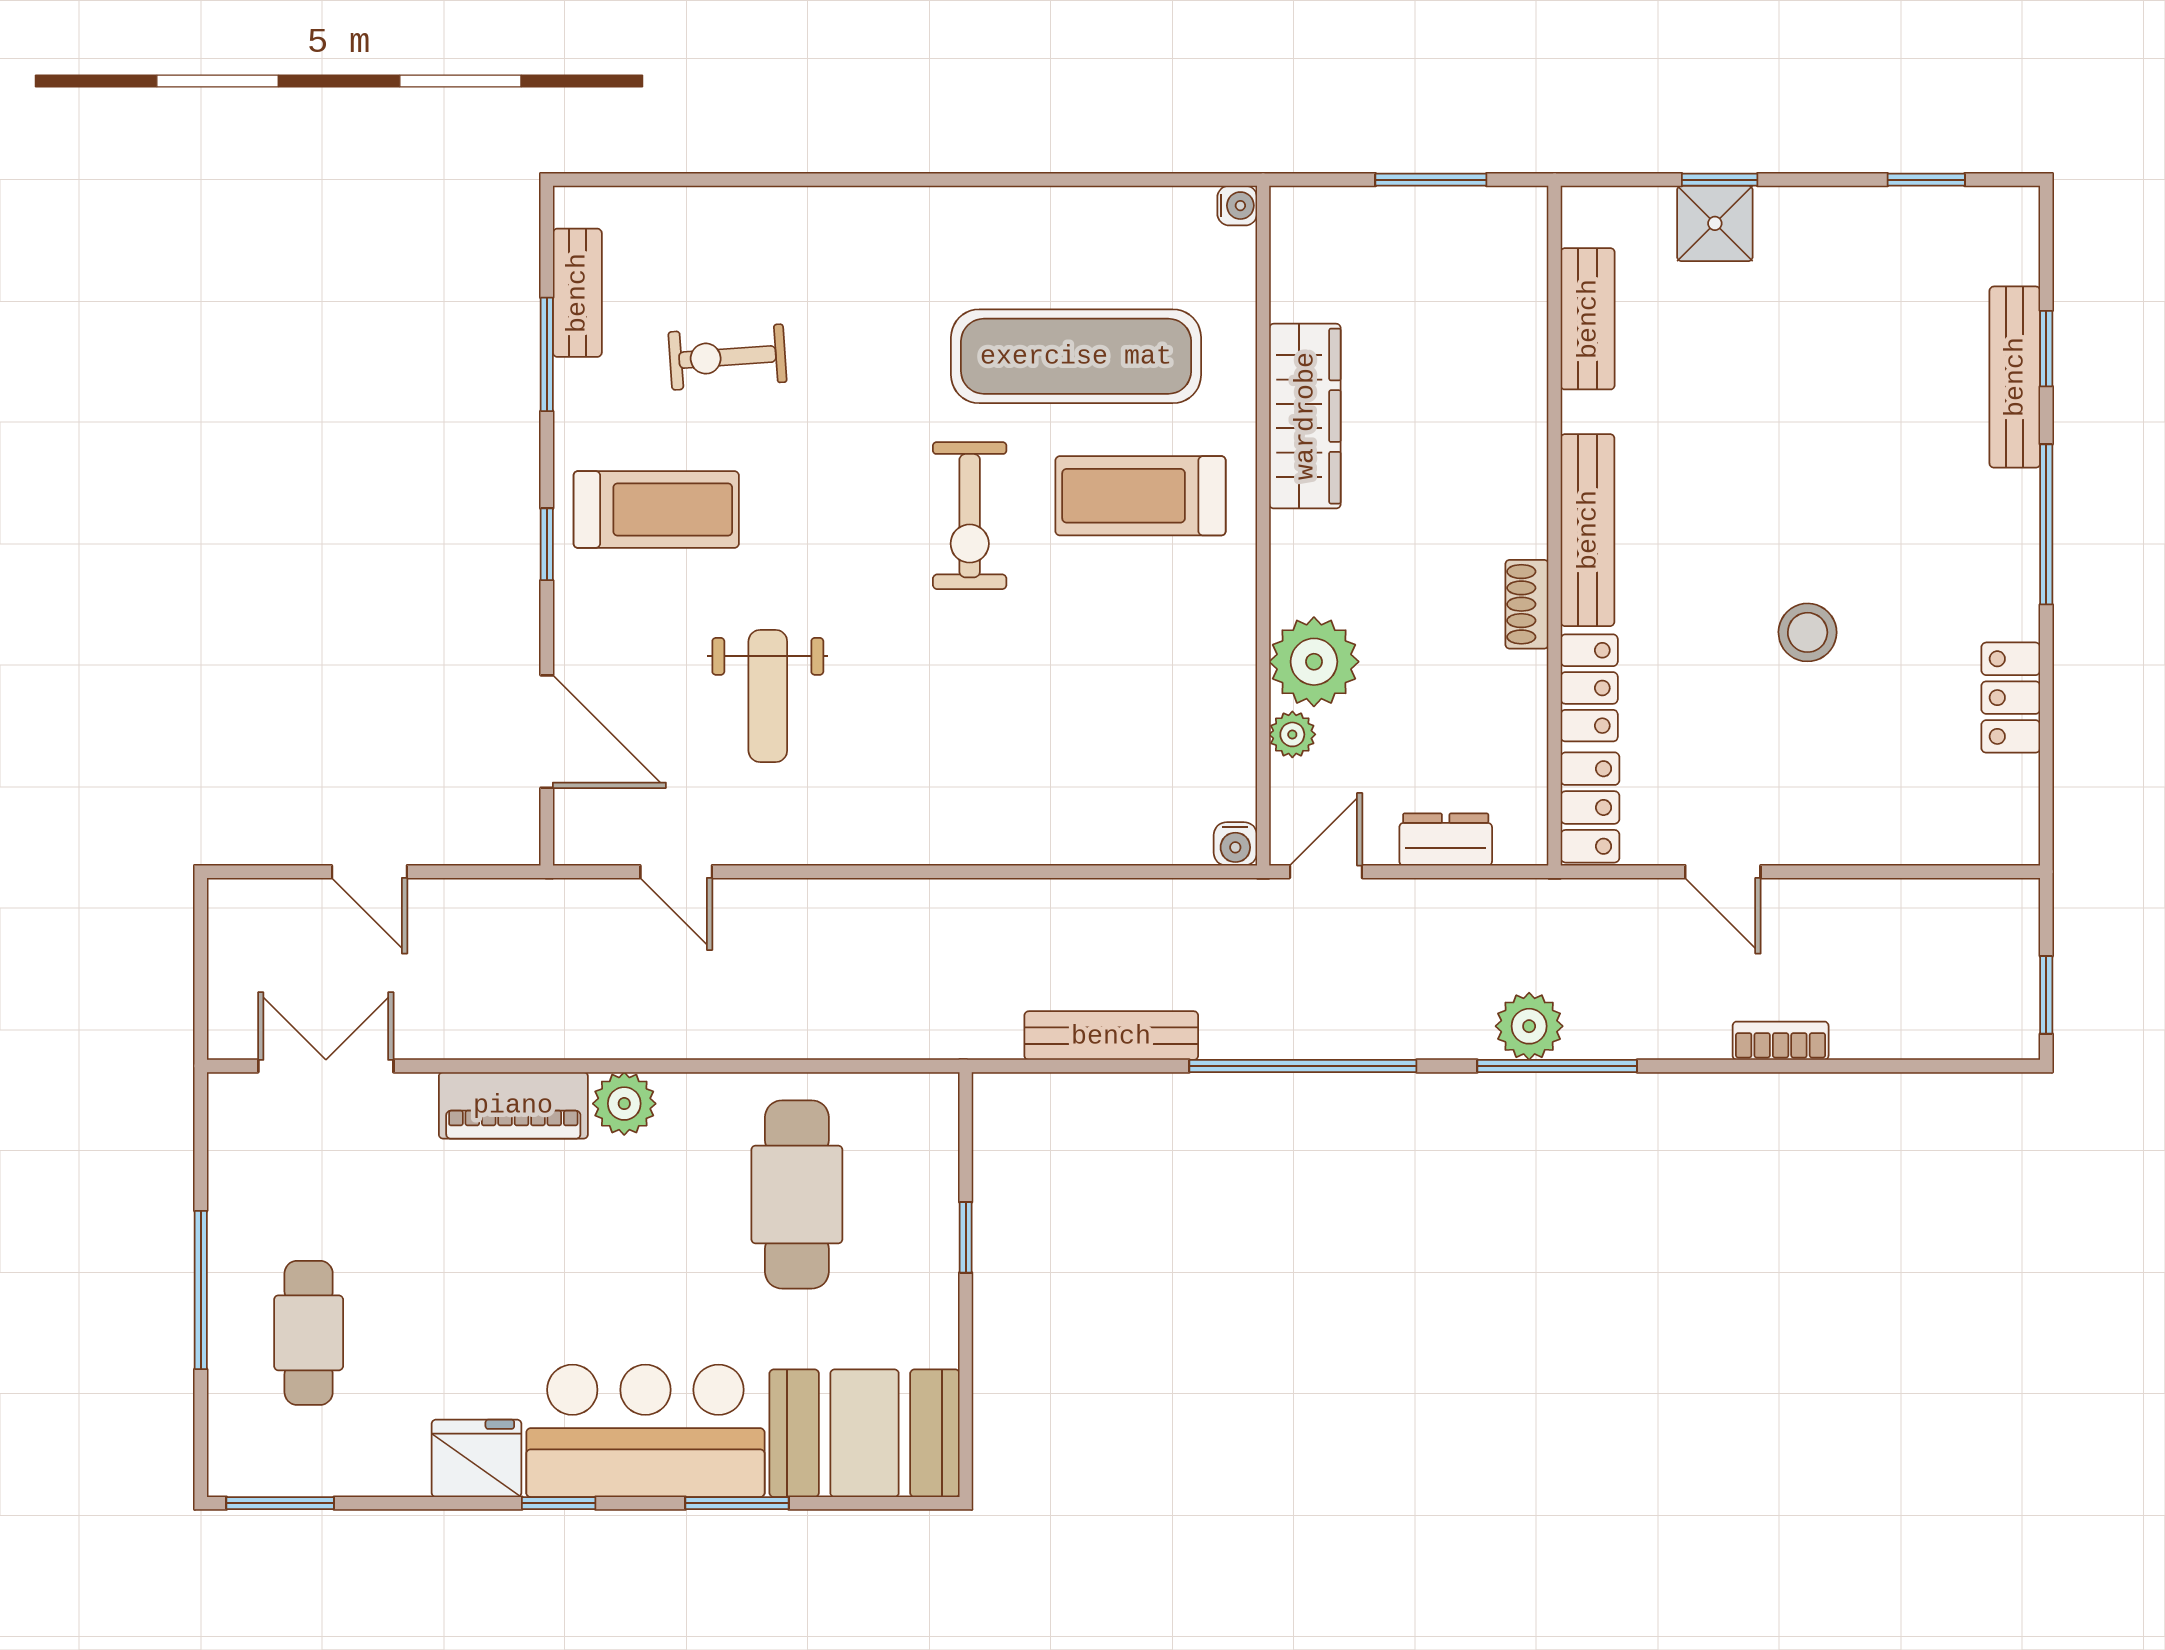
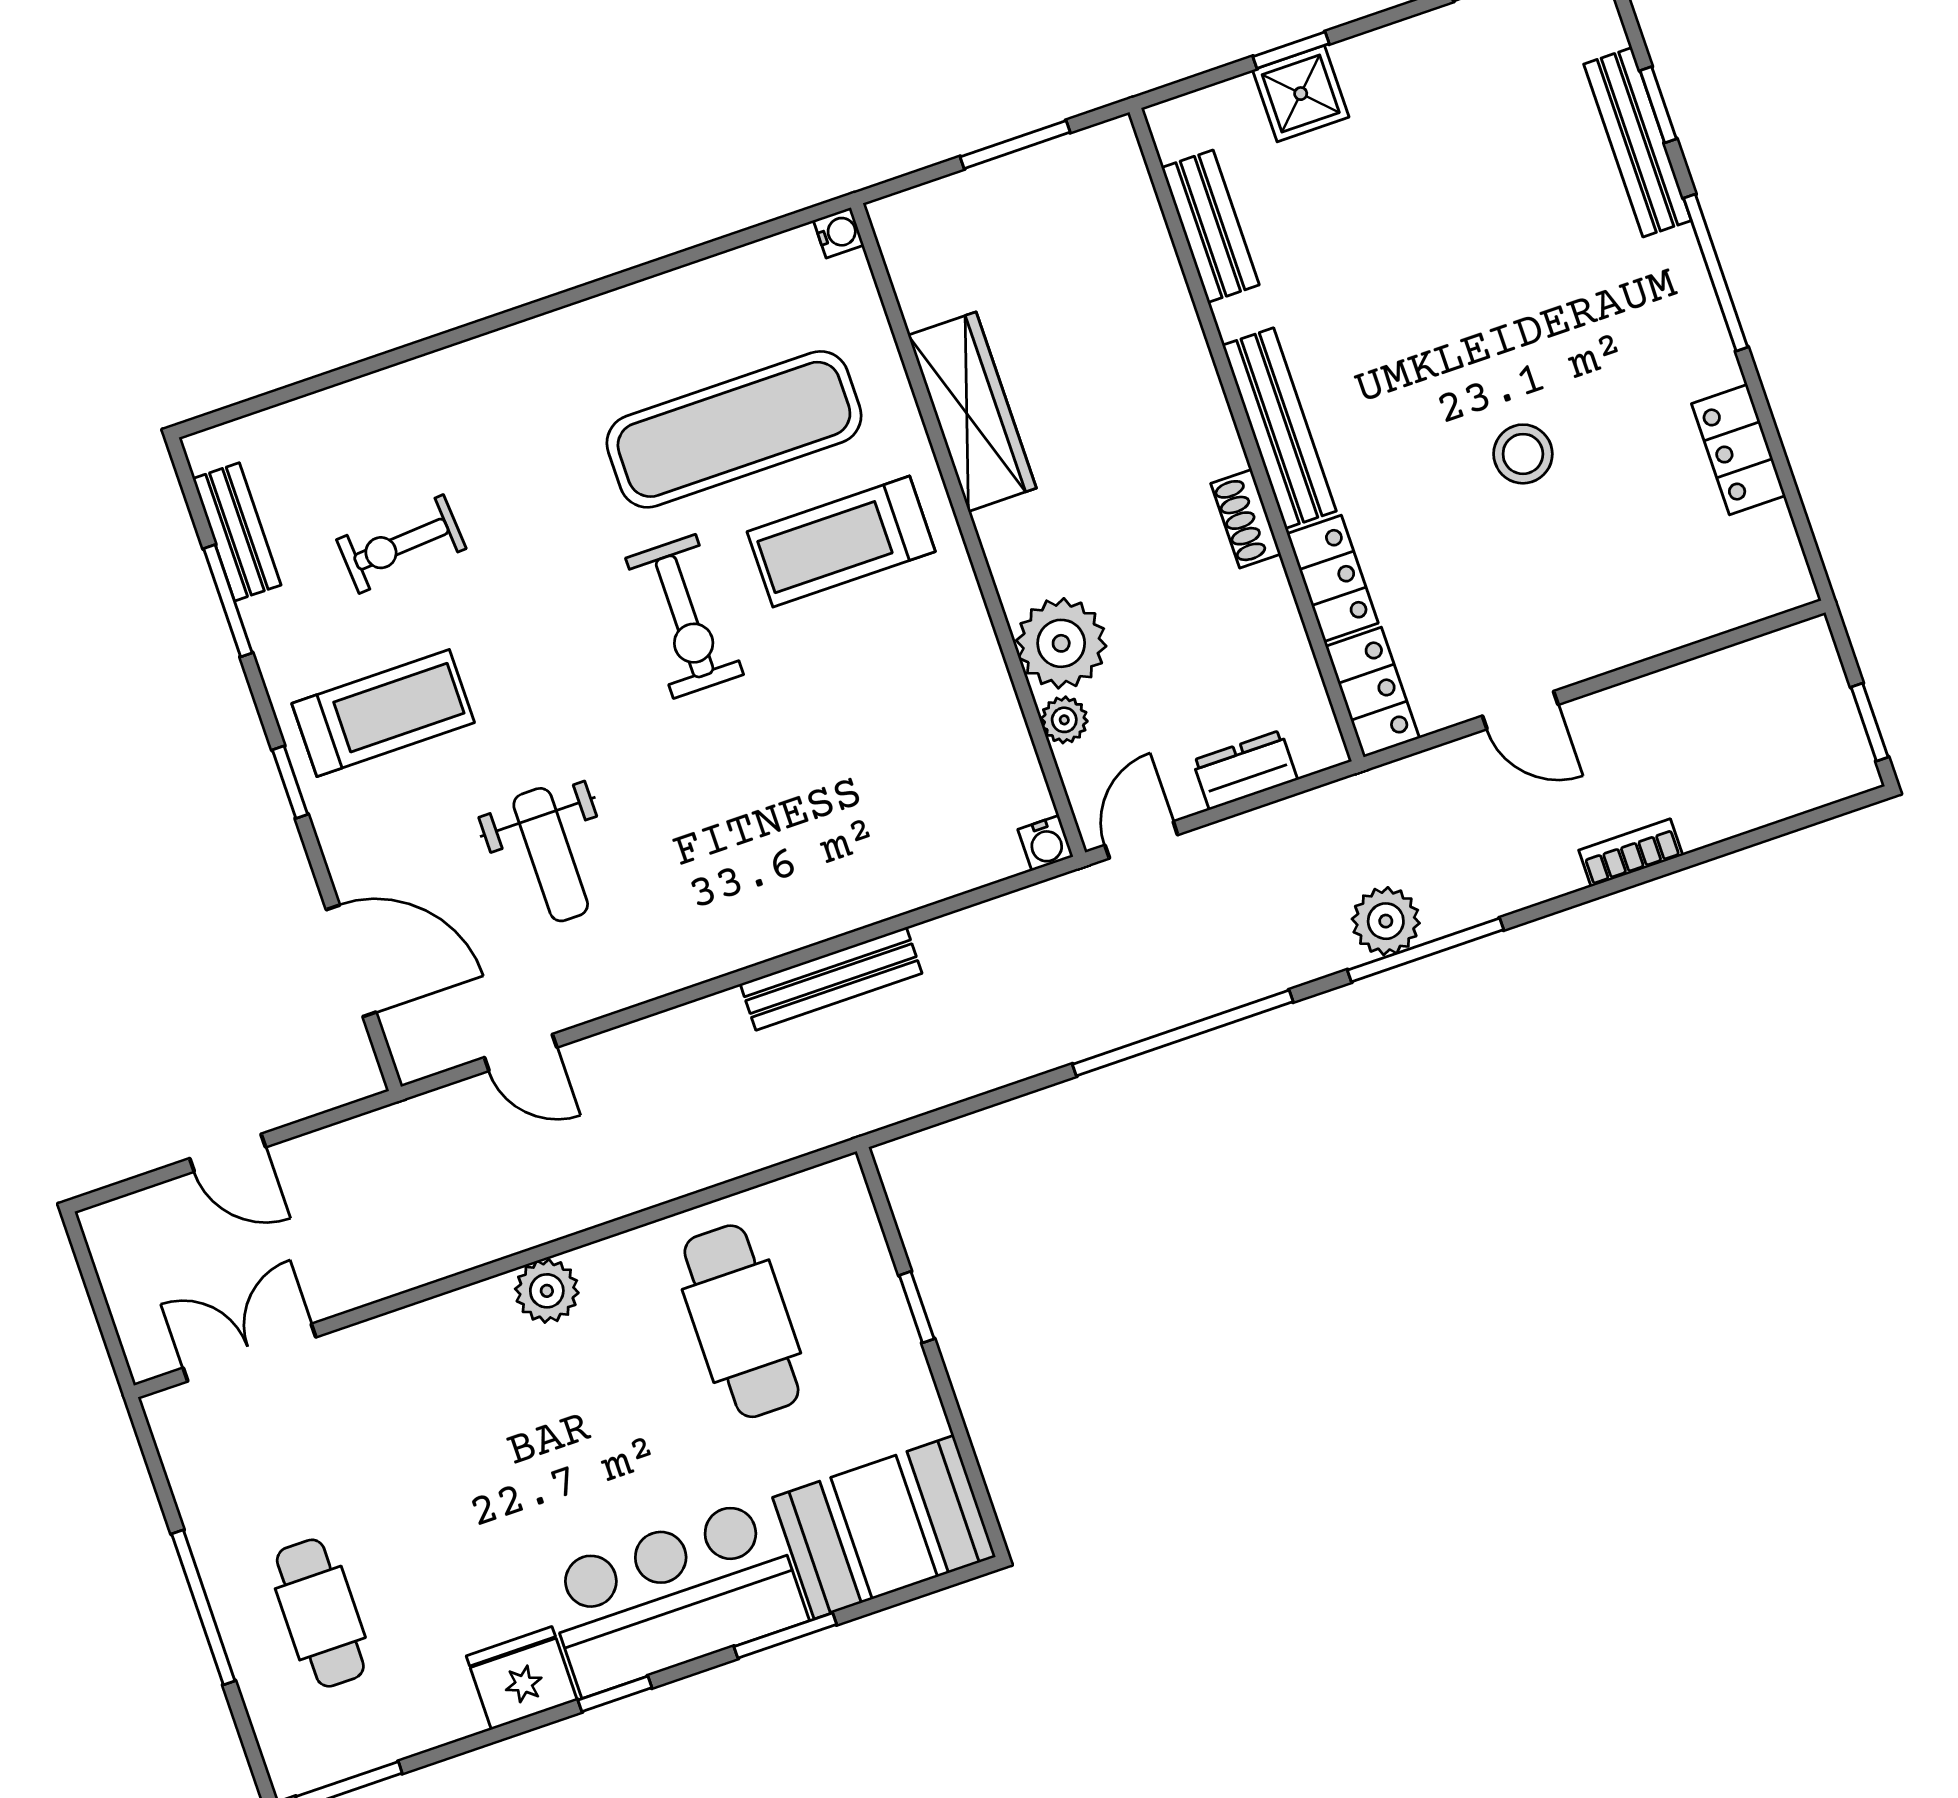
bench: (1111, 1036) -> (831, 979), moved
piano: (513, 1105) -> (441, 1329), removed

